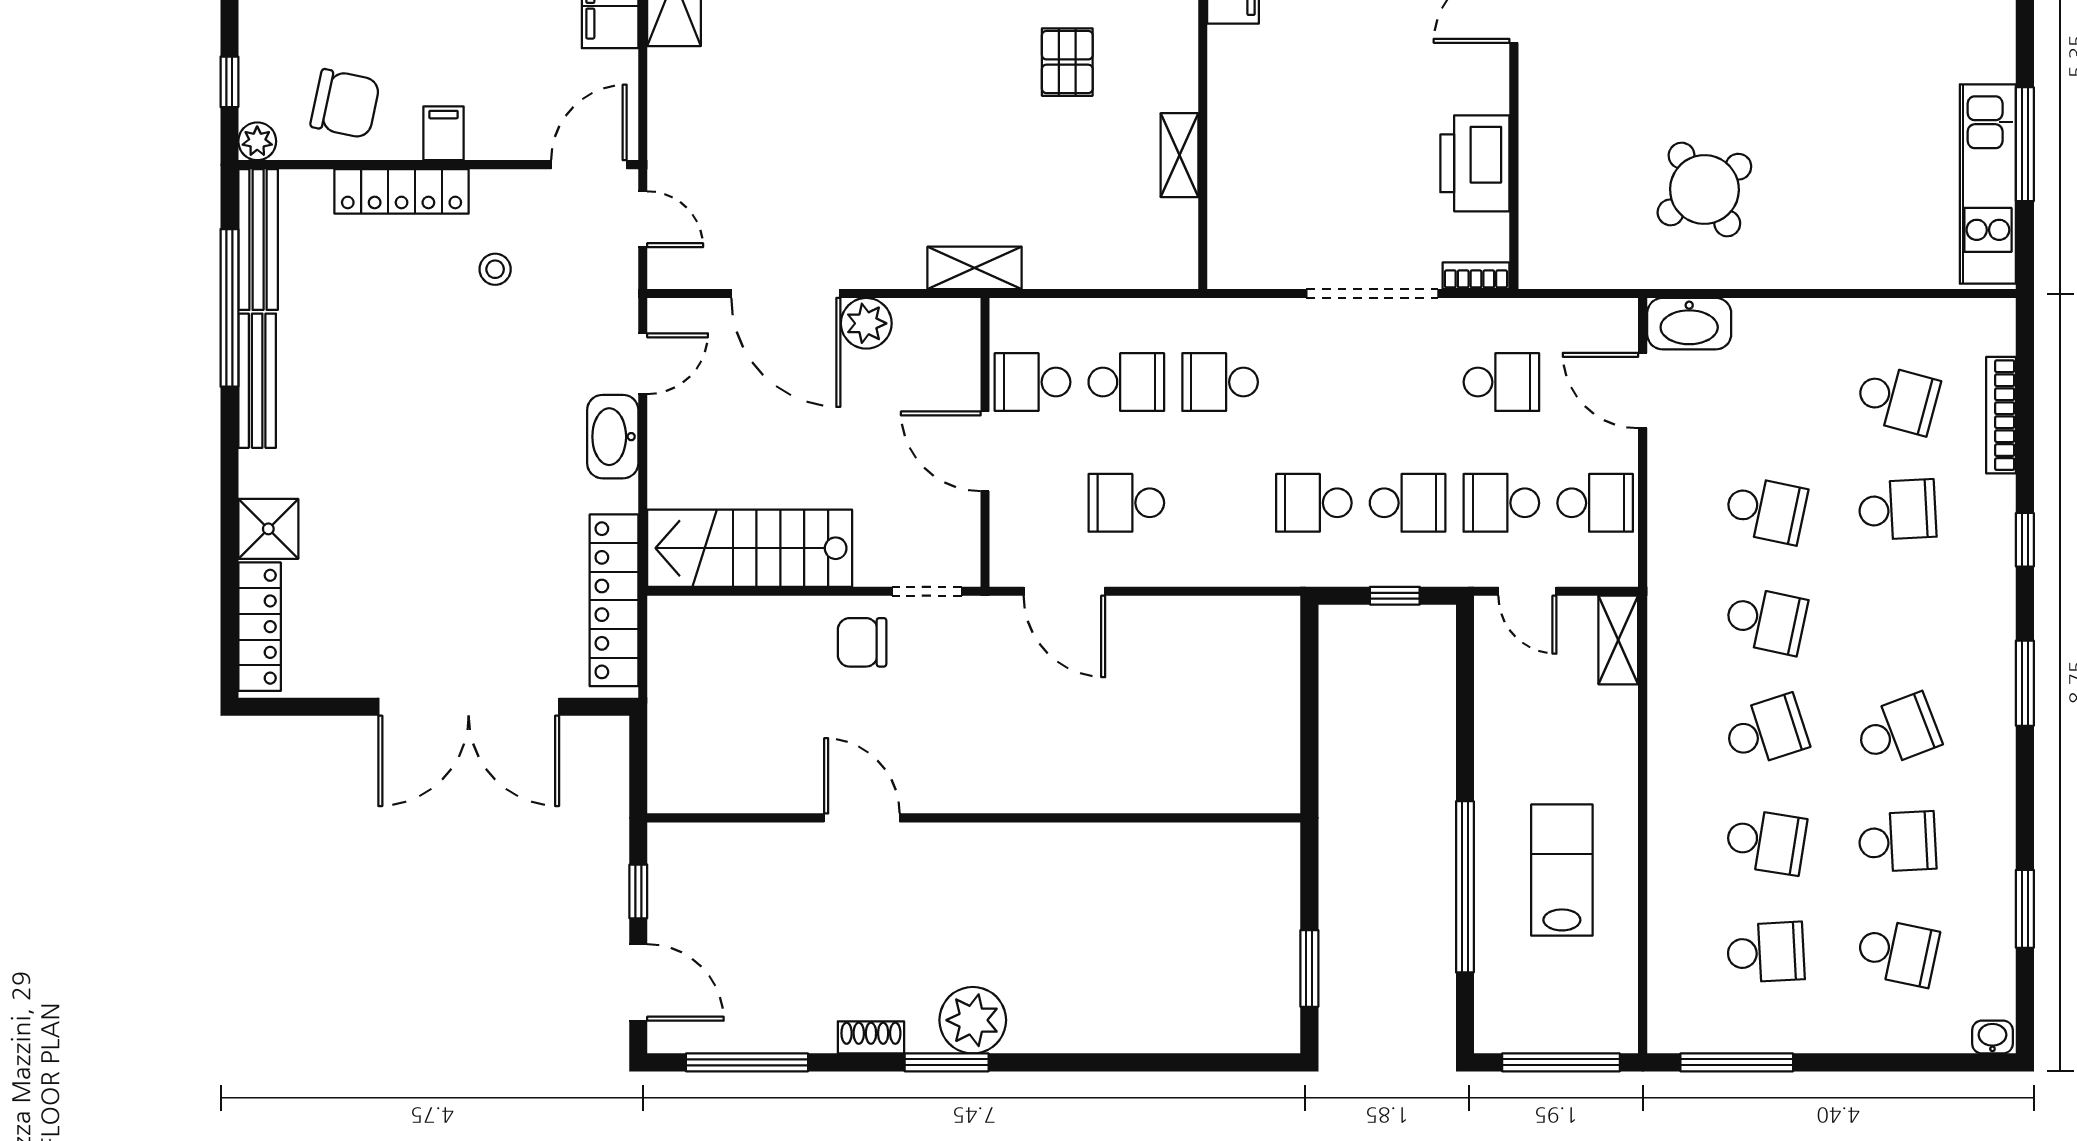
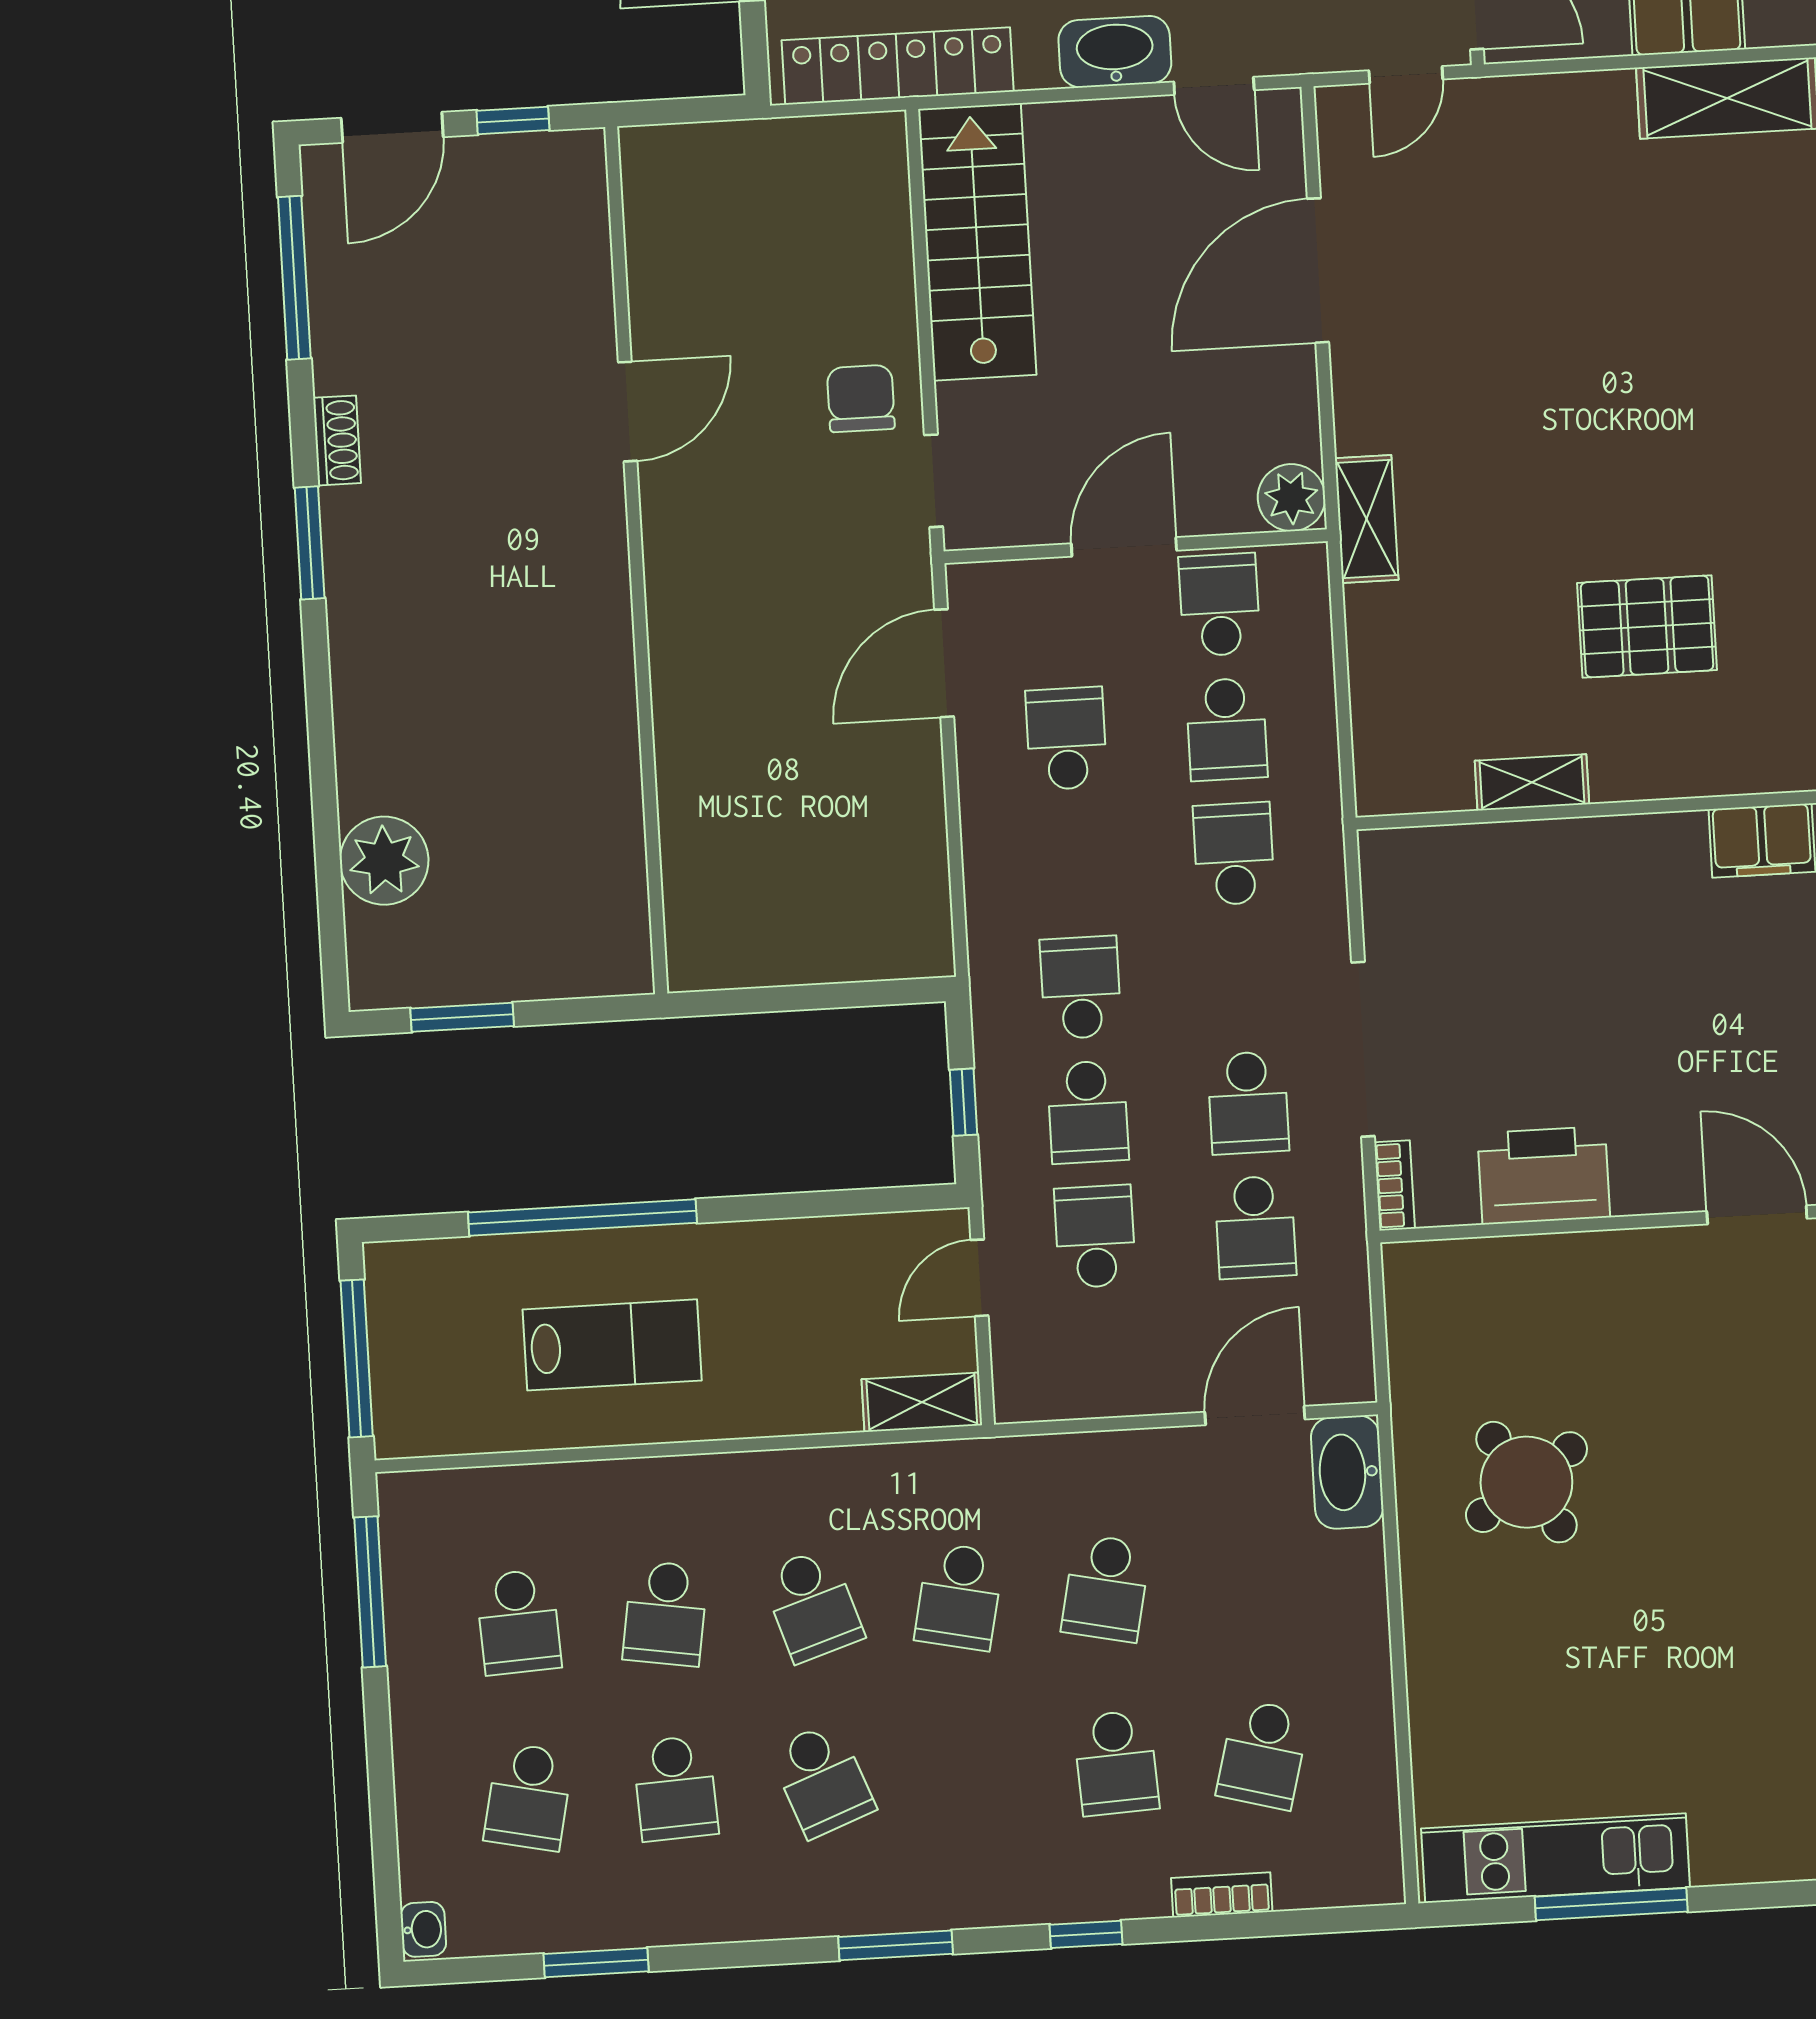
pallet: (1067, 62) -> (1647, 626), width x1.50, depth x1.42
plant: (866, 323) -> (1291, 498), moved
bookcase: (2001, 415) -> (1222, 1895), width x0.64
school desk: (1595, 503) -> (1248, 1103), moved
plant: (973, 1020) -> (384, 861), moved

